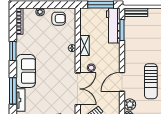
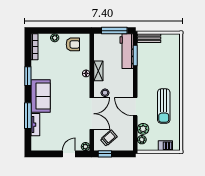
door: (122, 82) -> (135, 107), hinge flipped

